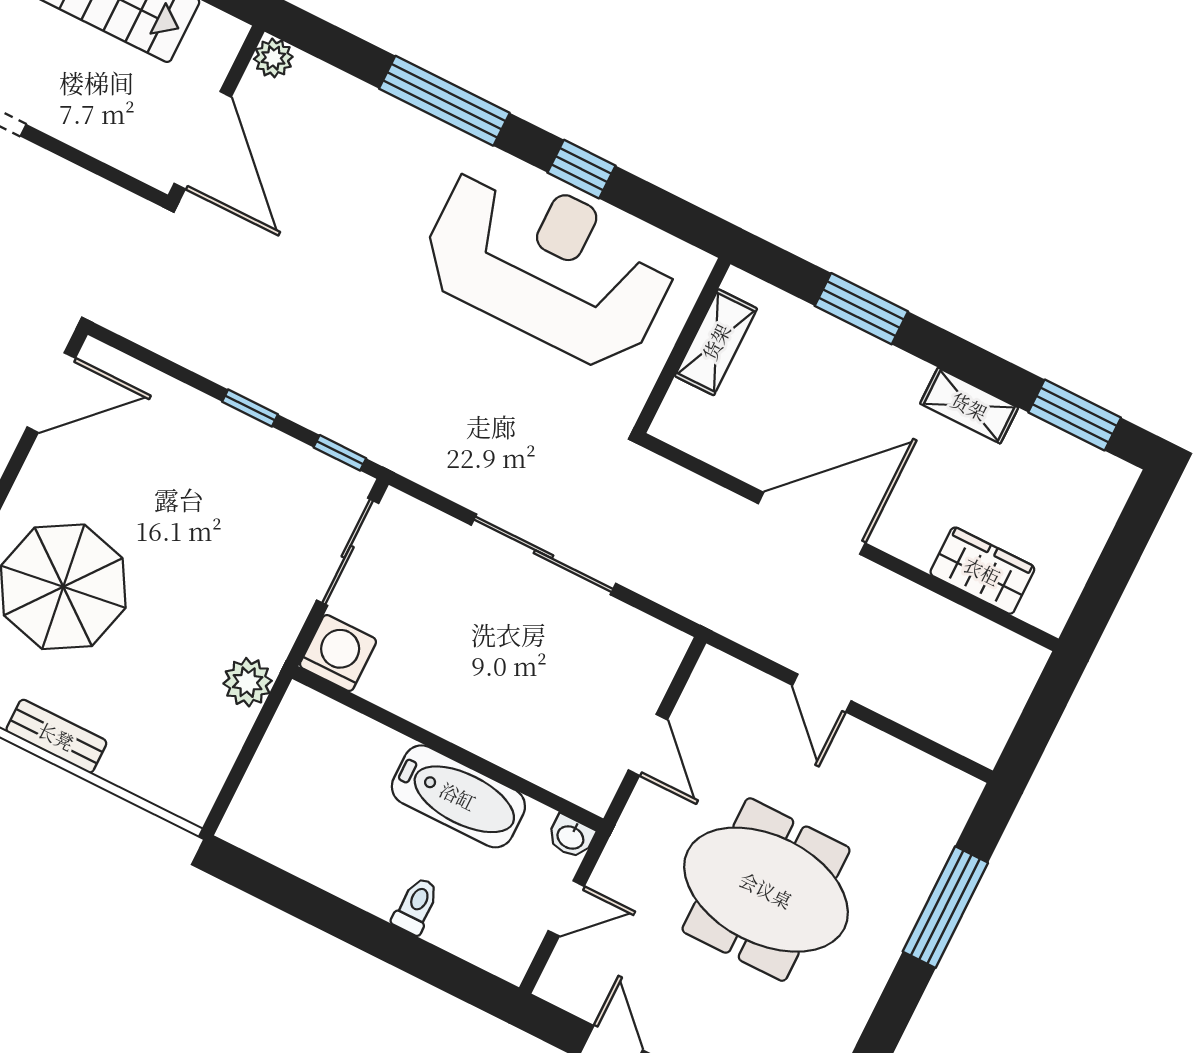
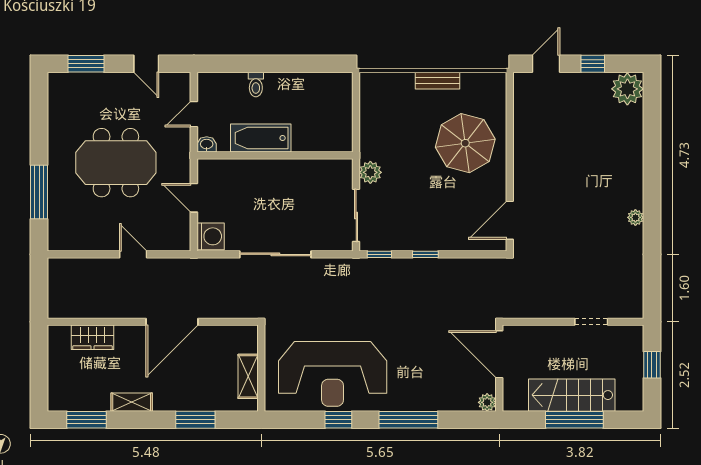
washing machine: (338, 653) -> (211, 236), moved, turned -90
plant: (248, 682) -> (370, 172), moved

